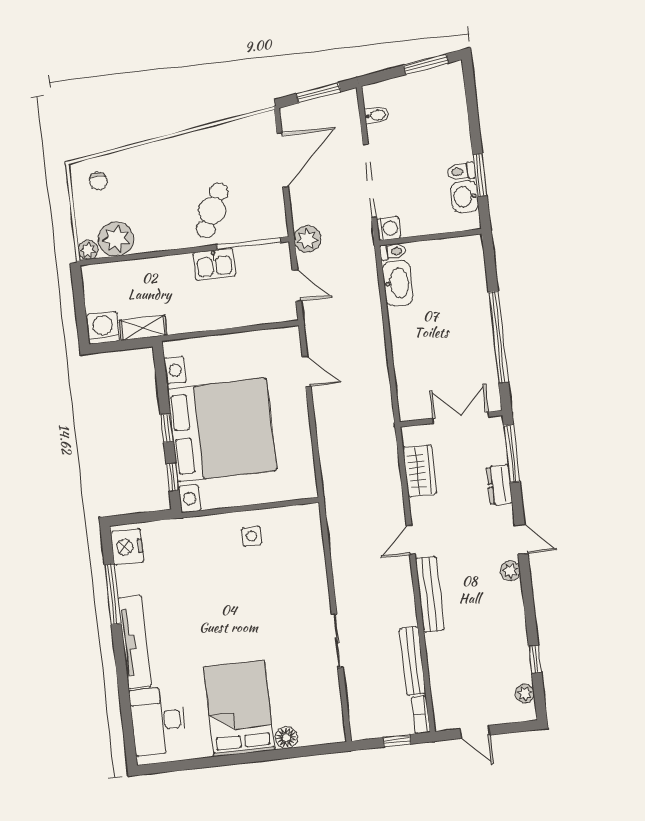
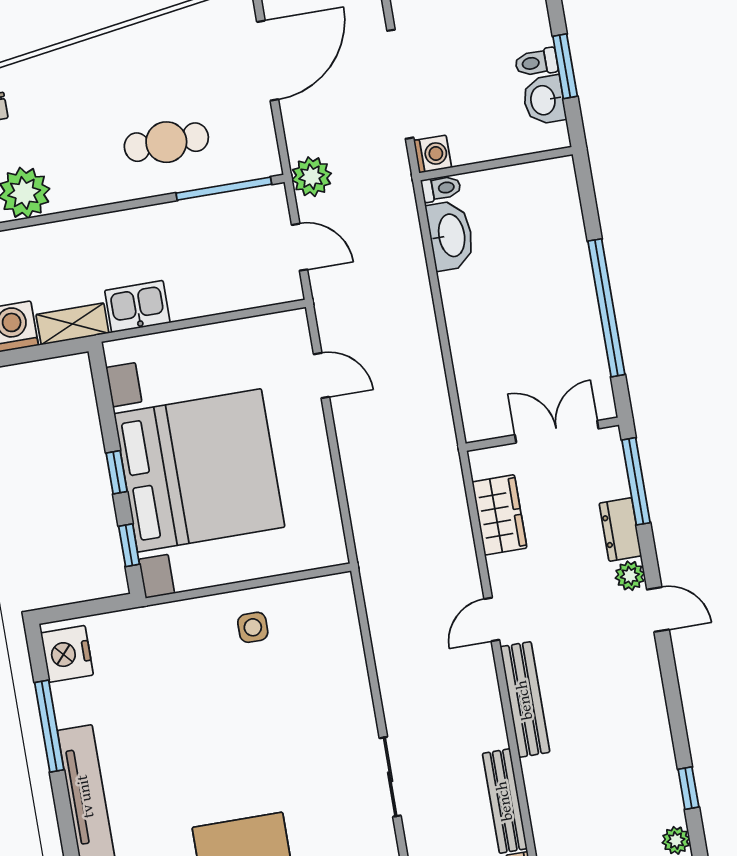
cafe table: (212, 211) -> (166, 142), turned 64
kitchen sink: (214, 264) -> (137, 307), moved, turned 180
plant: (510, 571) -> (630, 576), moved

